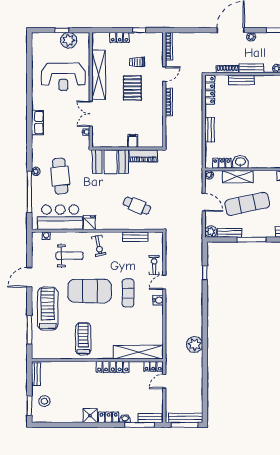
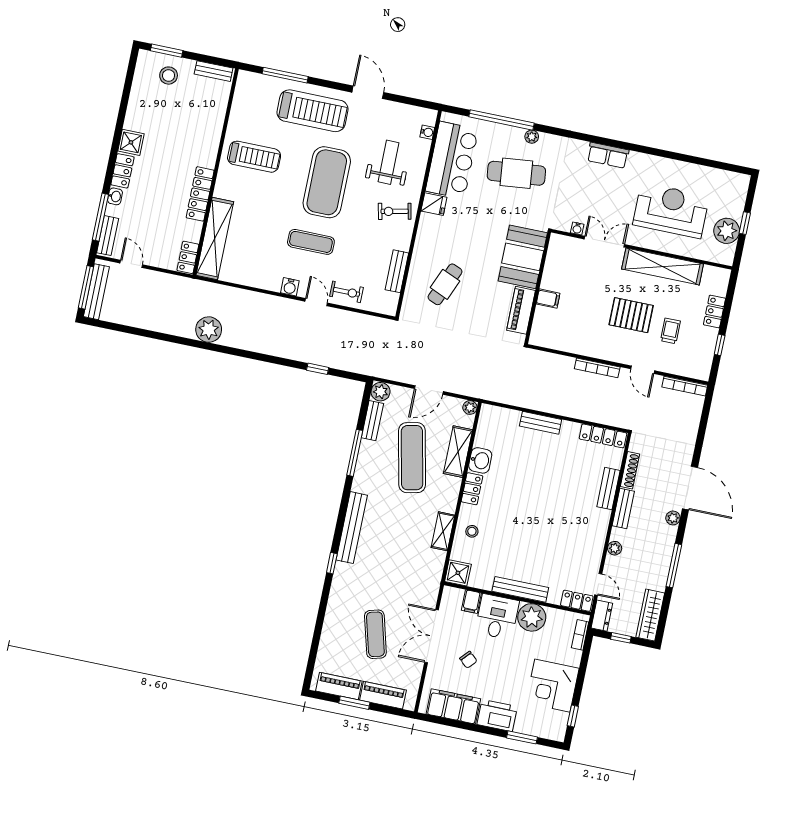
reception desk: (63, 77) -> (671, 210), turned 90
locker: (222, 163) -> (472, 489), moved
weight bench: (70, 256) -> (388, 162), turned 180
door: (164, 381) -> (131, 264), moved

